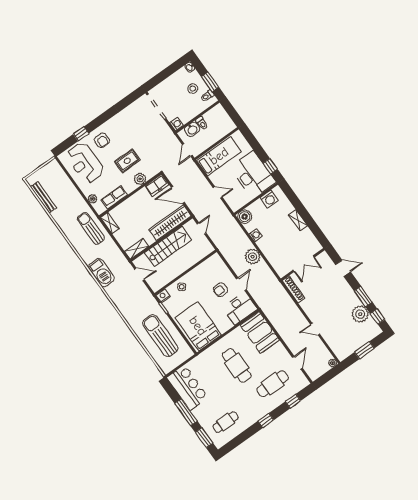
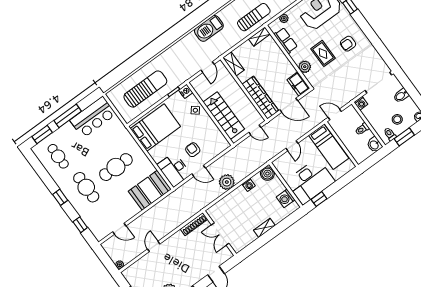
bidet: (169, 85) -> (401, 96), added
washbasin: (192, 129) -> (374, 145), moved
armchair: (102, 140) -> (348, 44), moved
door: (178, 195) -> (289, 105), swing flipped
stairs: (168, 246) -> (224, 116), moved, turned 180
cafe table: (273, 384) -> (86, 187), moved

